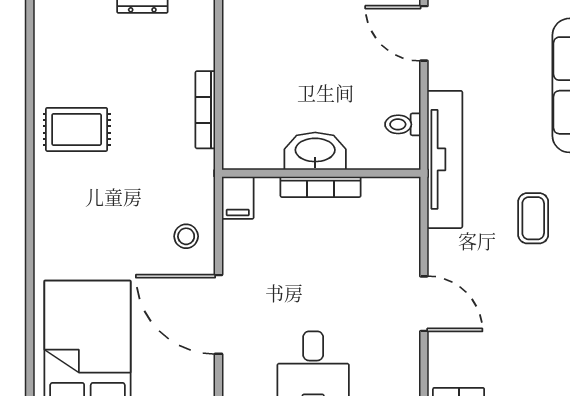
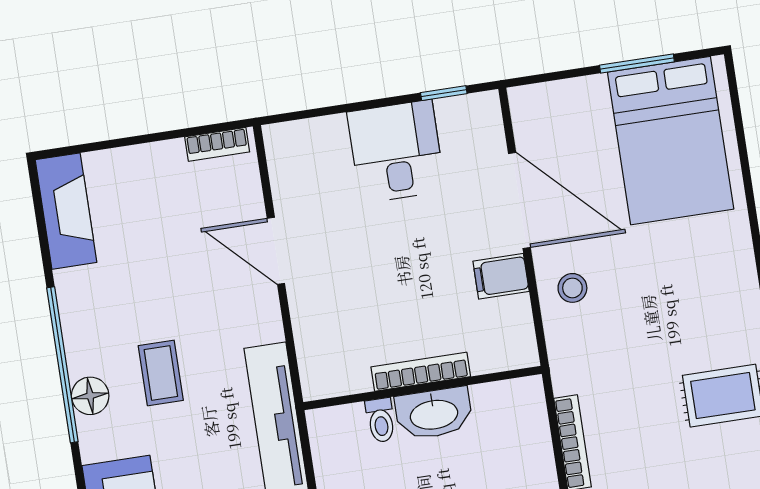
toilet: (403, 124) -> (381, 420), moved, turned 90
filing cabinet: (238, 198) -> (501, 276), moved, turned -90

